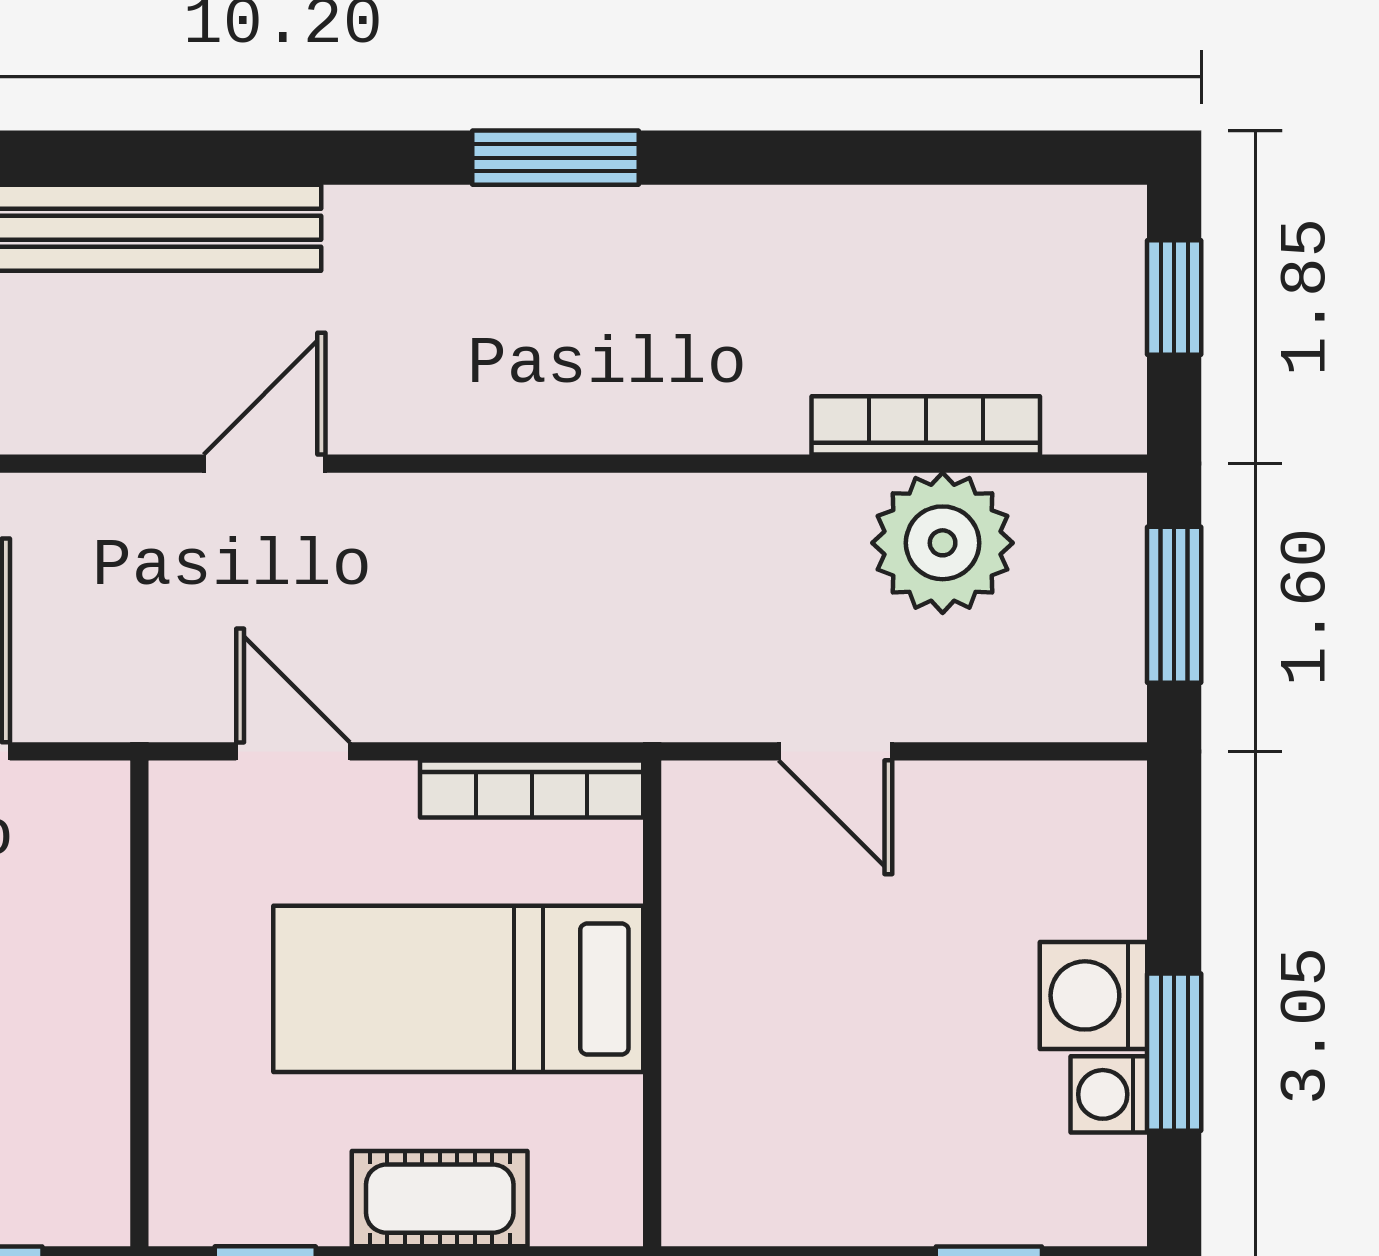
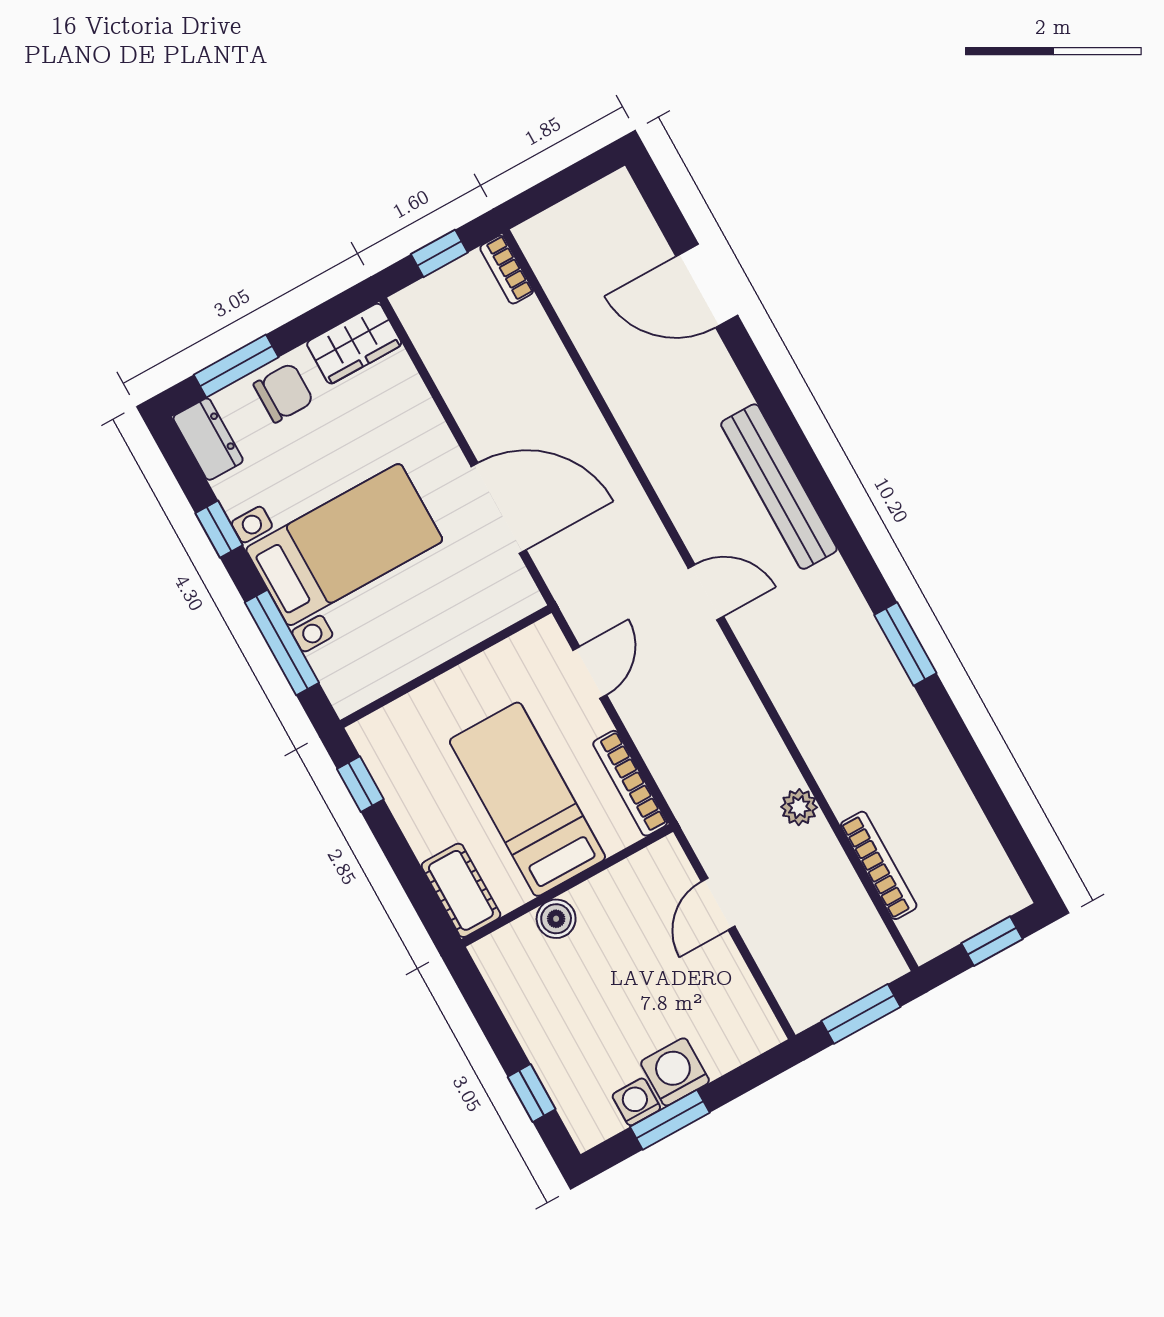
plant: (943, 543) -> (799, 807), moved, width x0.53, depth x0.53
boiler: (701, 1056) -> (556, 919), added
cot: (440, 1199) -> (461, 890), moved

